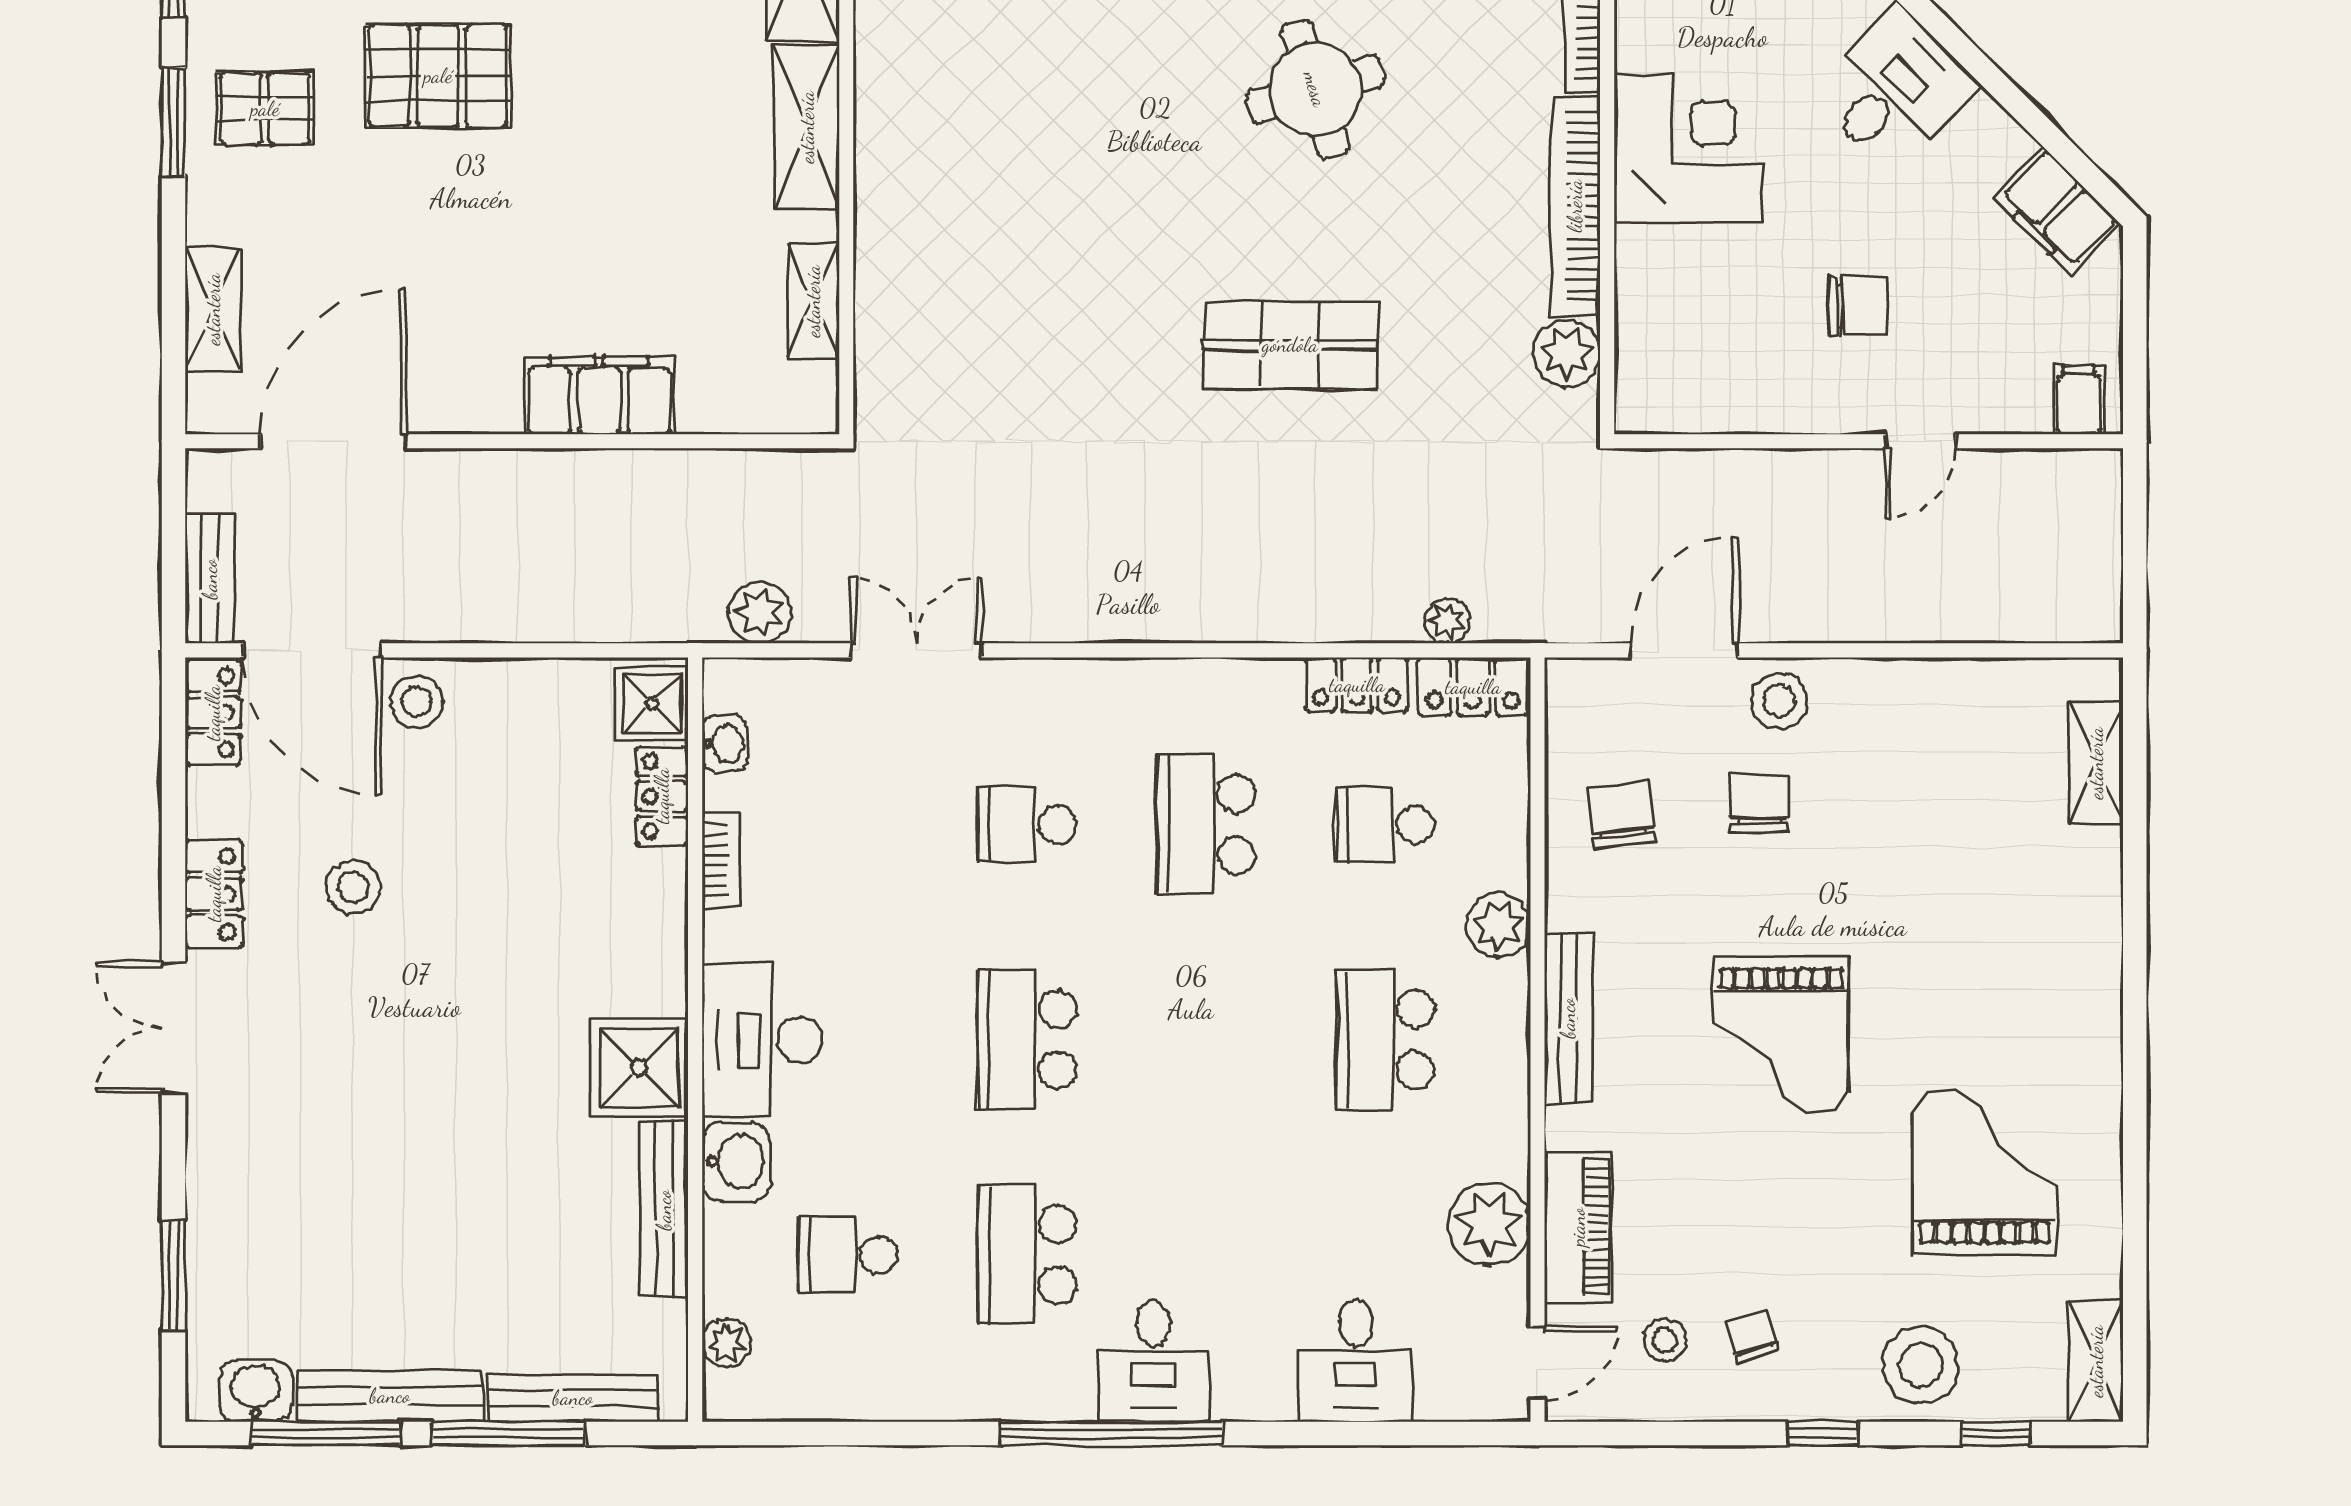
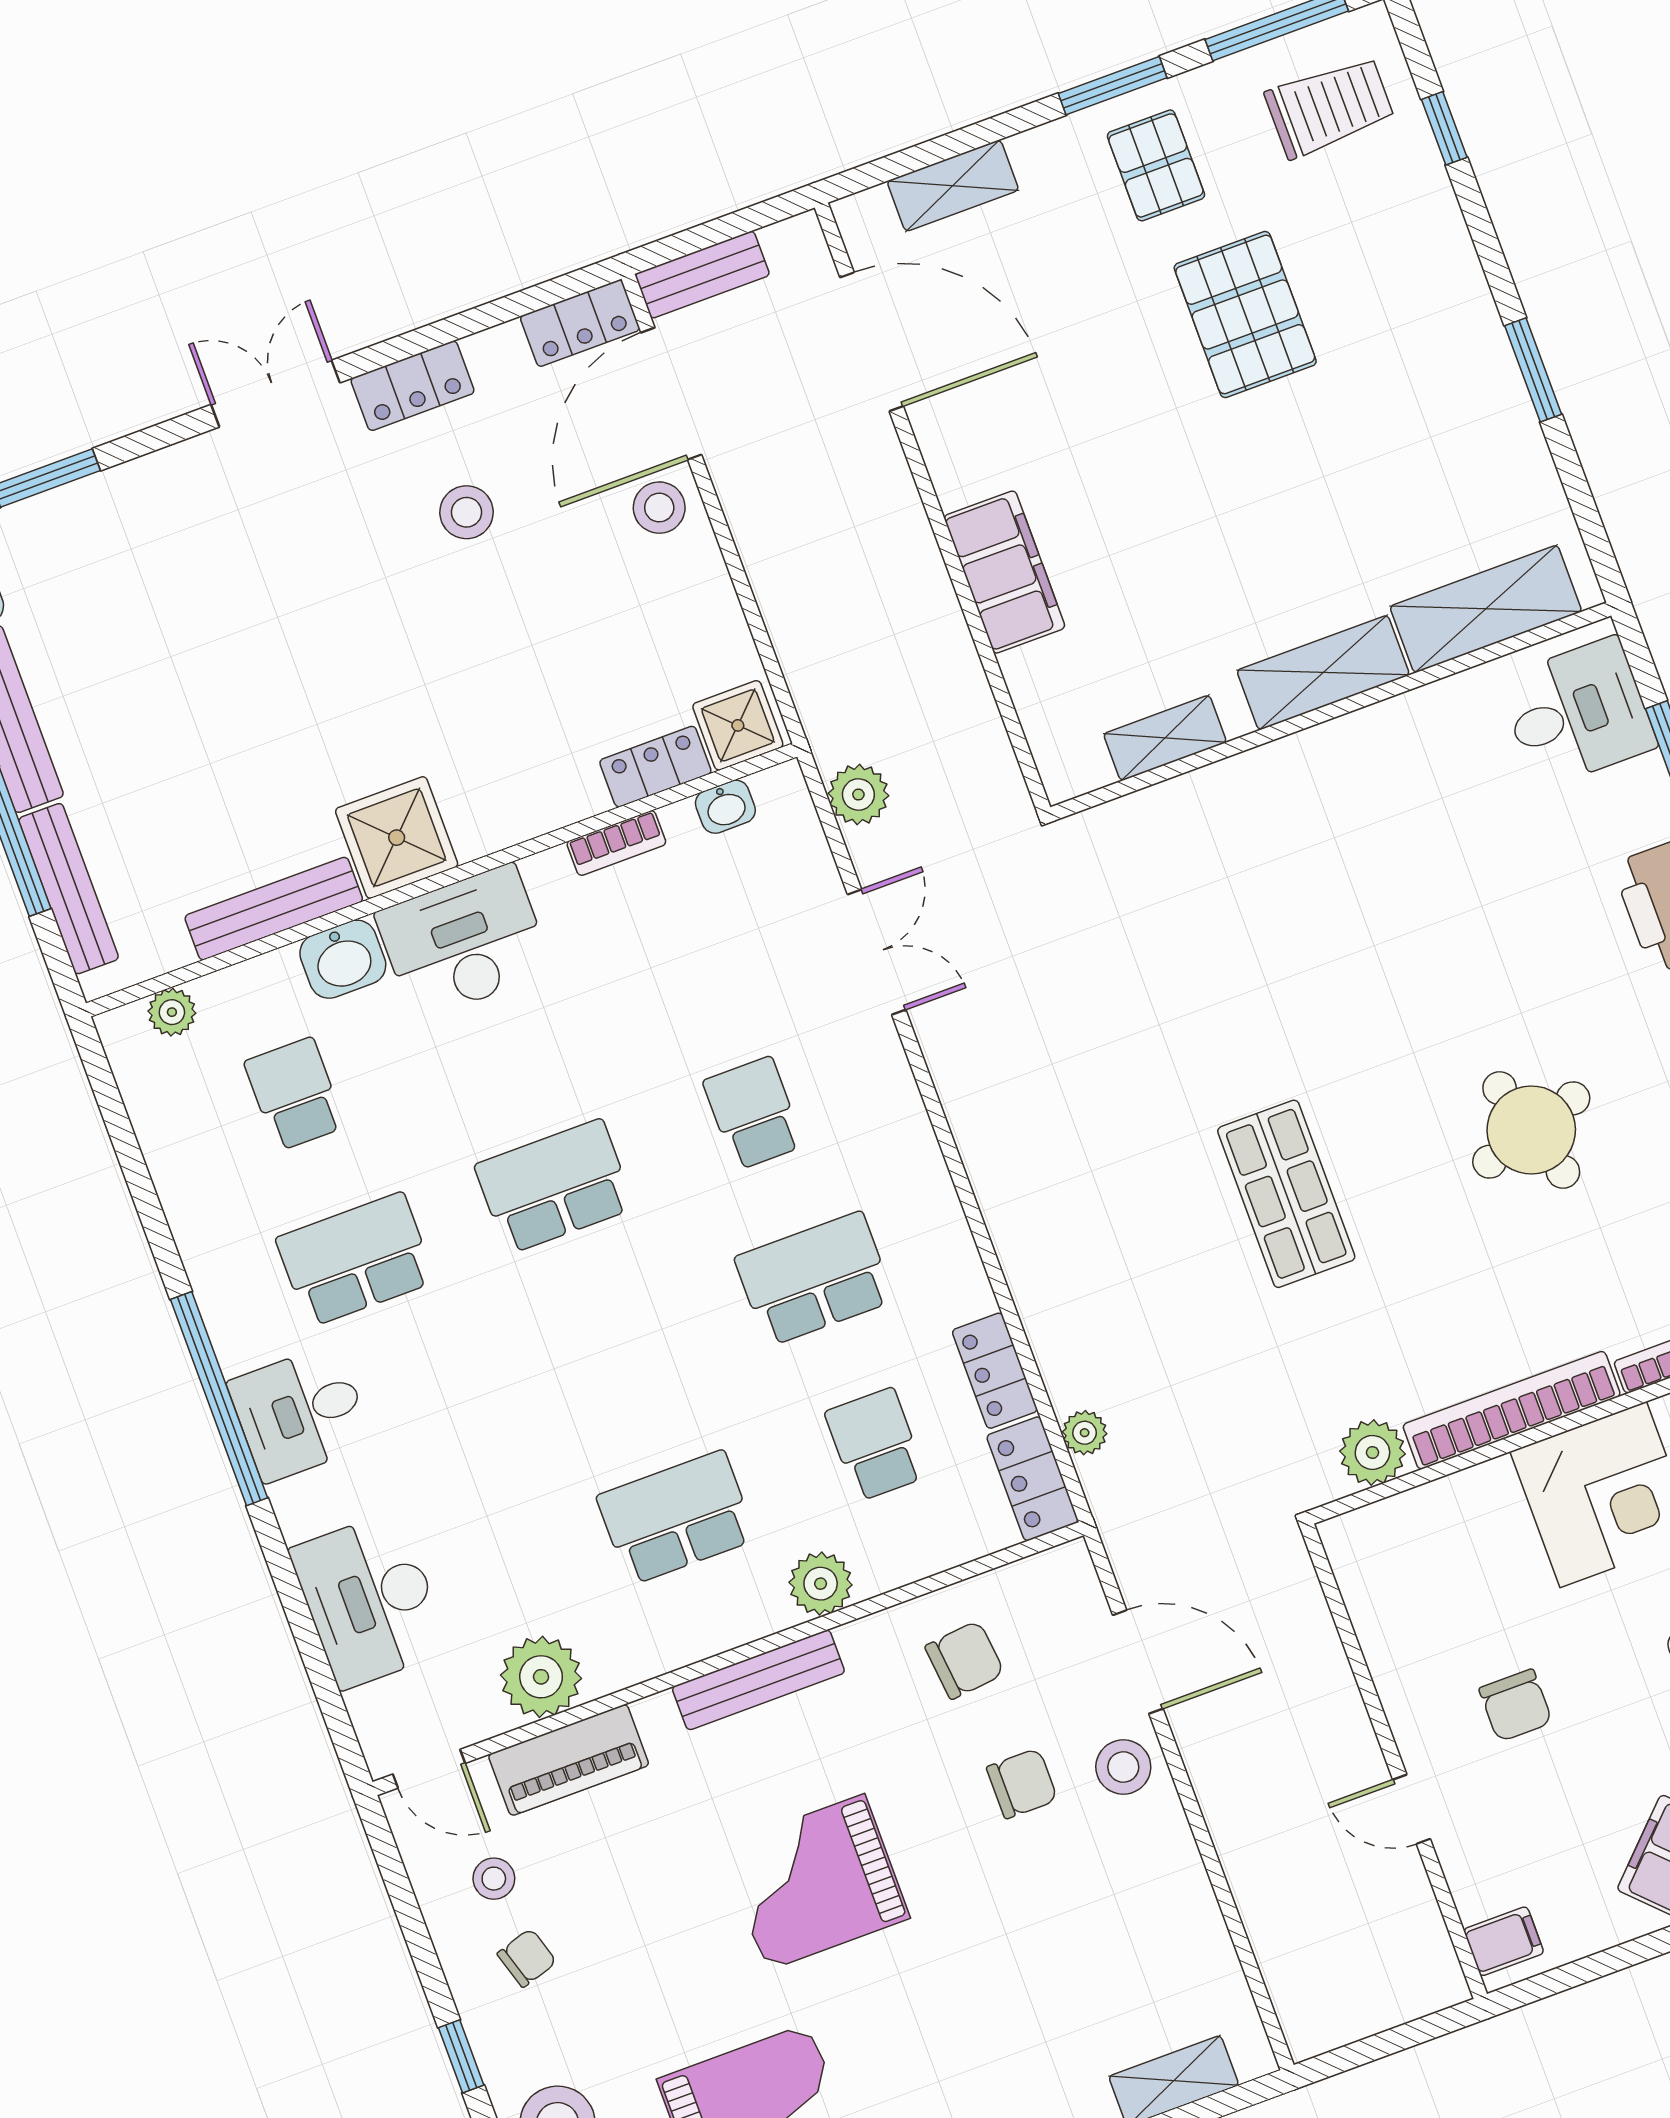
desk: (1356, 1361) -> (369, 1600), width x1.37

